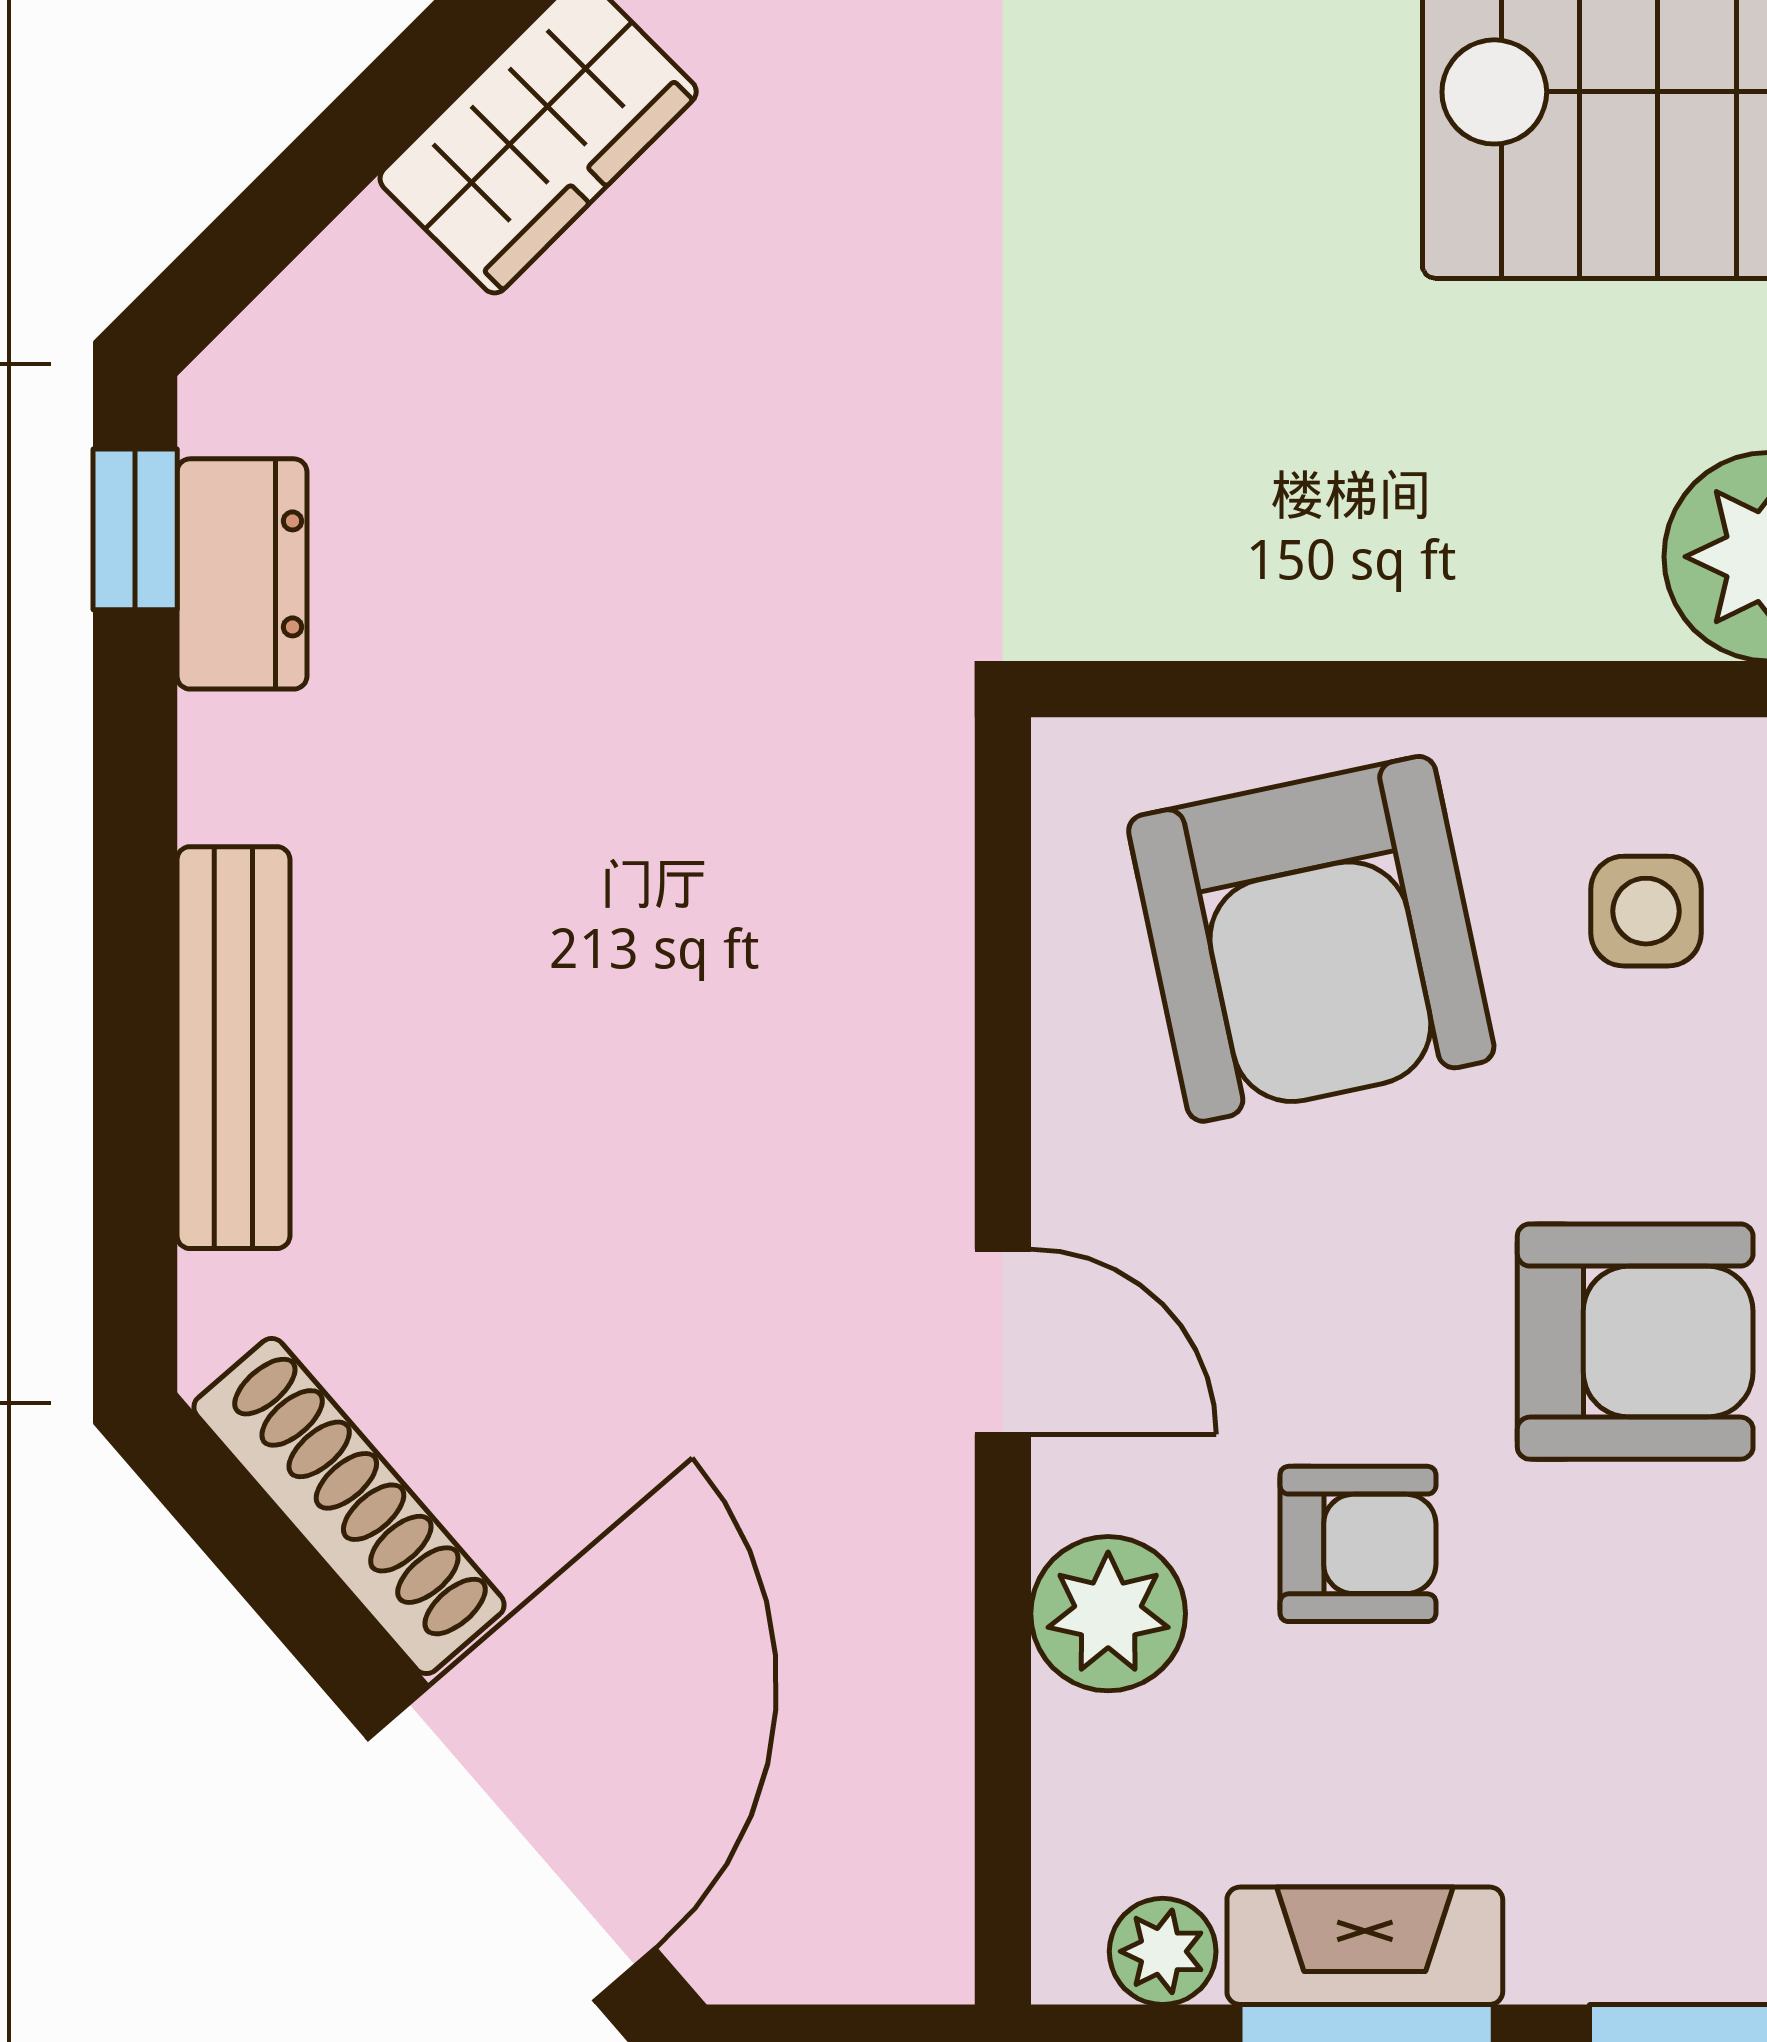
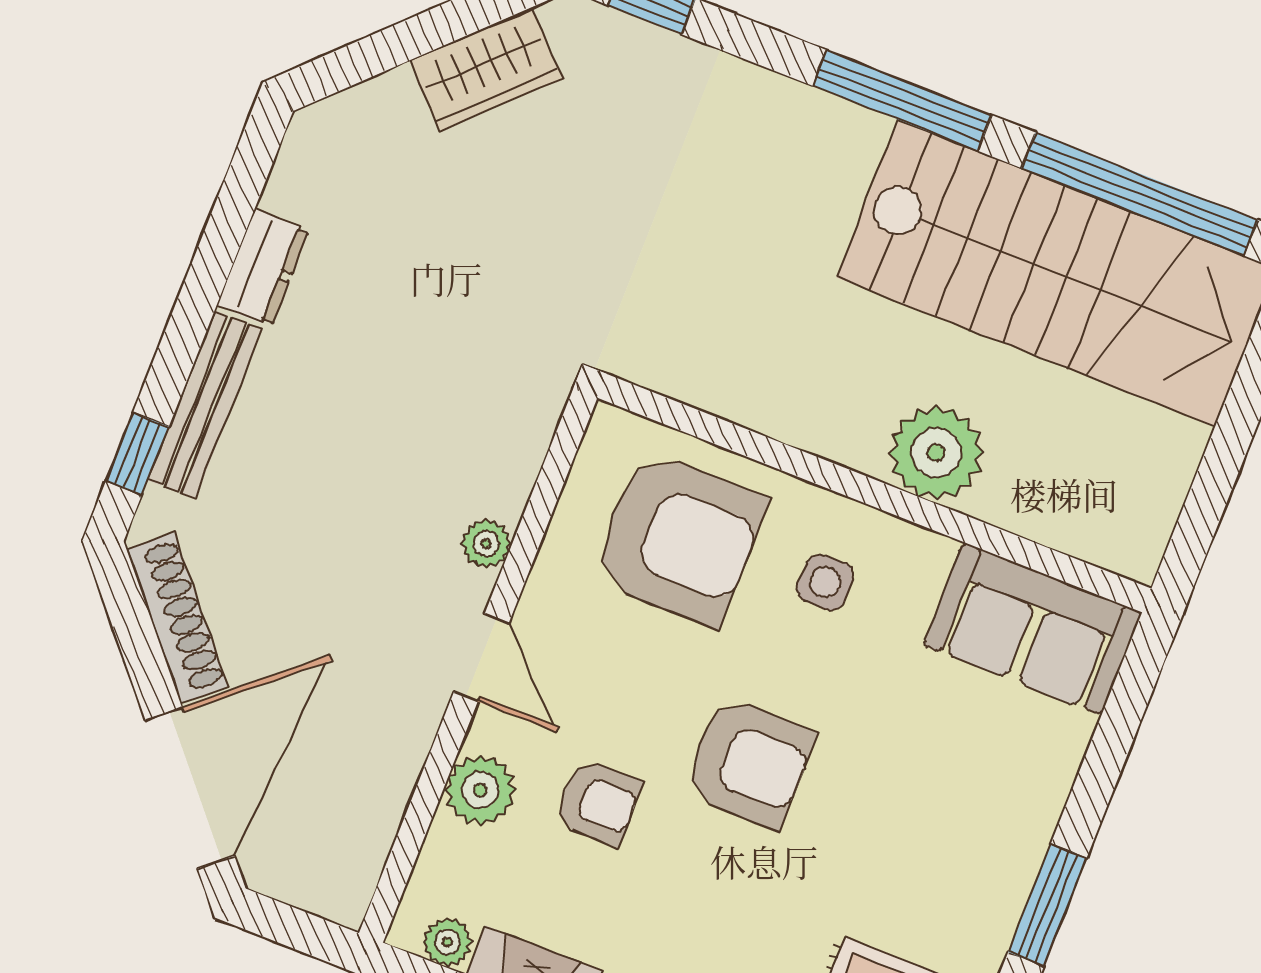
window: (135, 529) -> (137, 454), moved
dresser: (242, 574) -> (263, 267), moved
armchair: (1311, 939) -> (679, 538), turned -78
plant: (921, 1105) -> (486, 544), added

